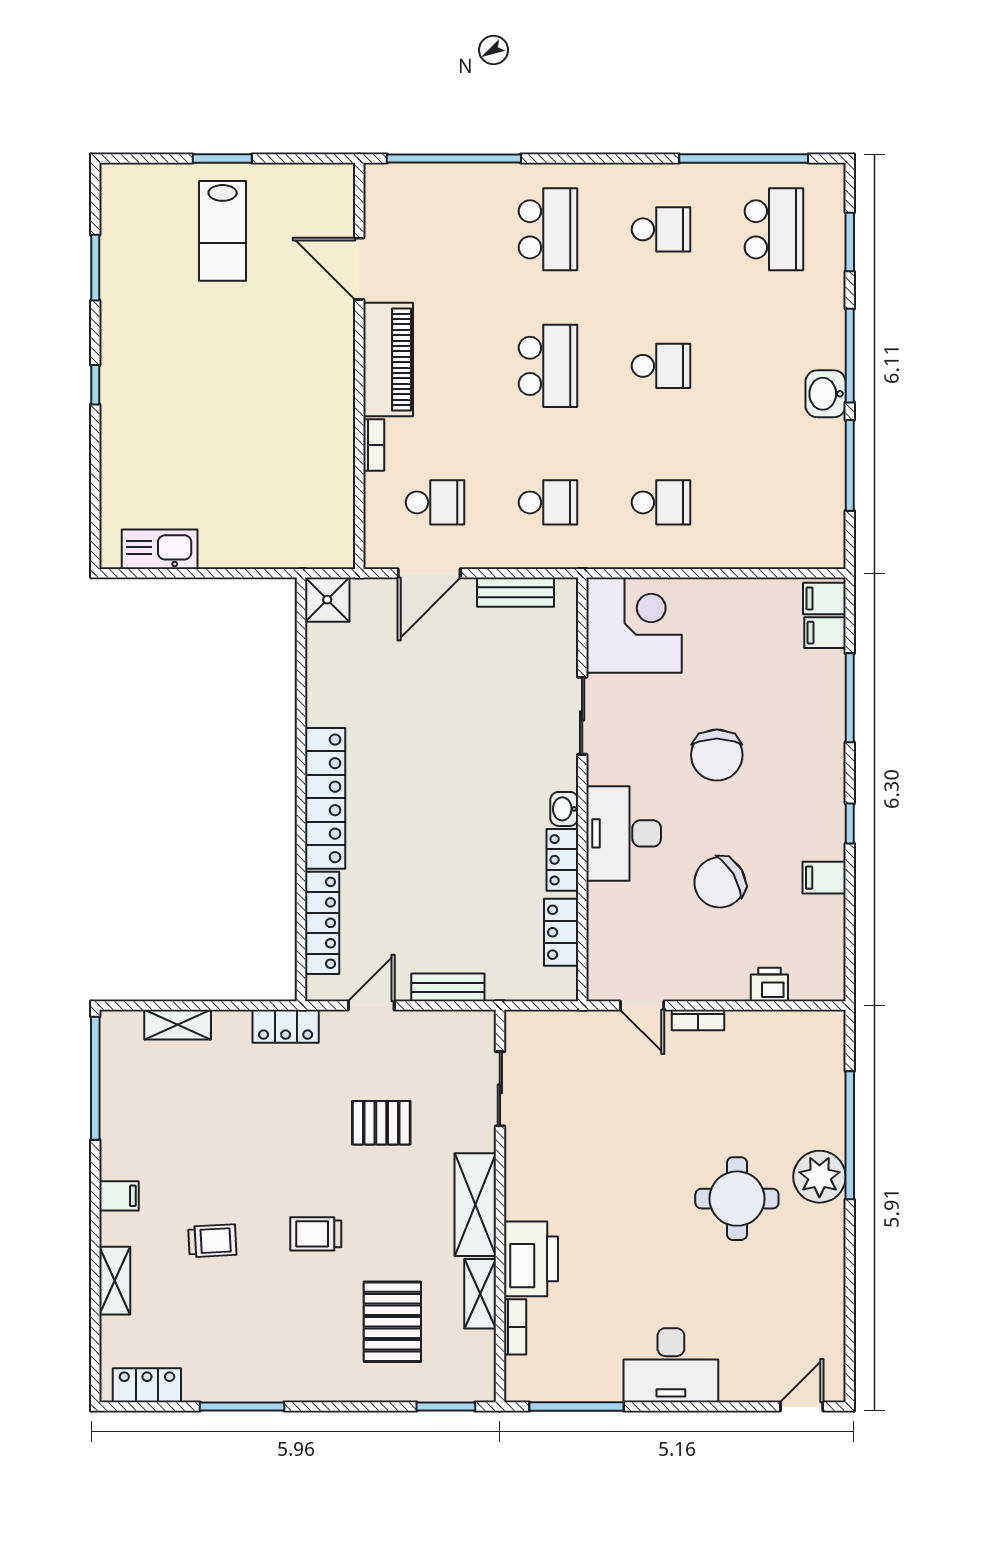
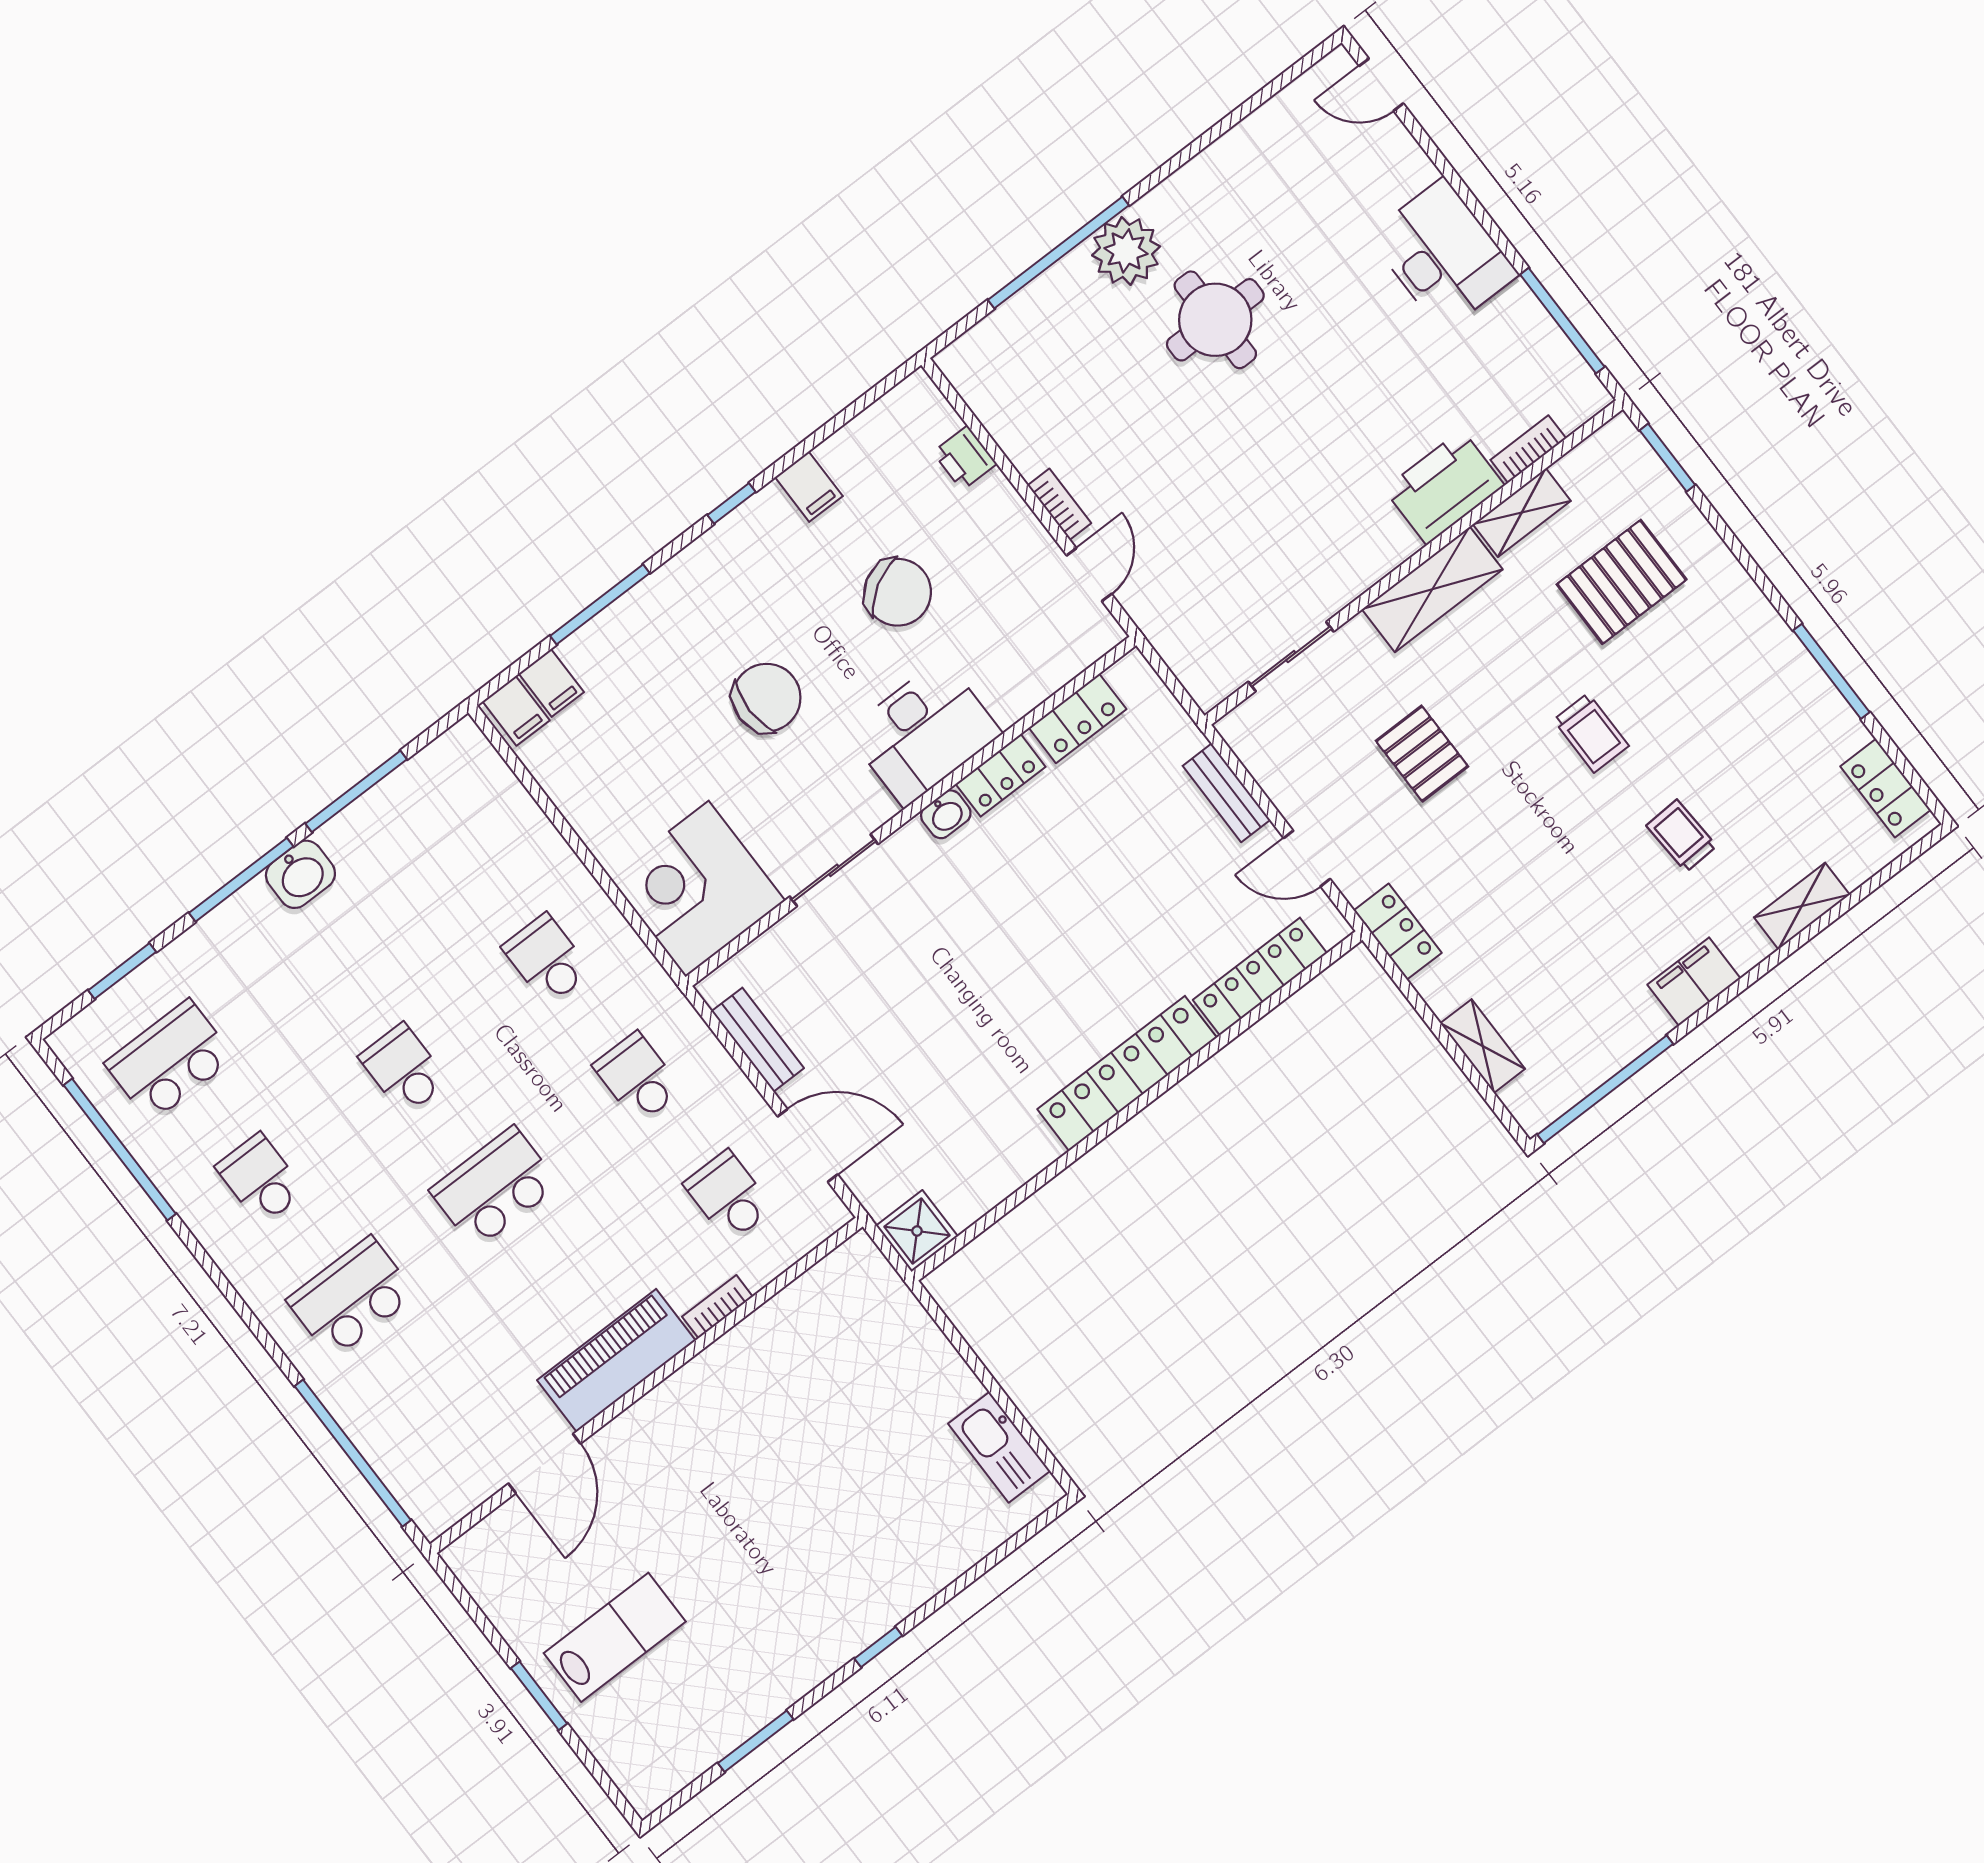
filing cabinet: (119, 1196) -> (1694, 982), width x2.00

